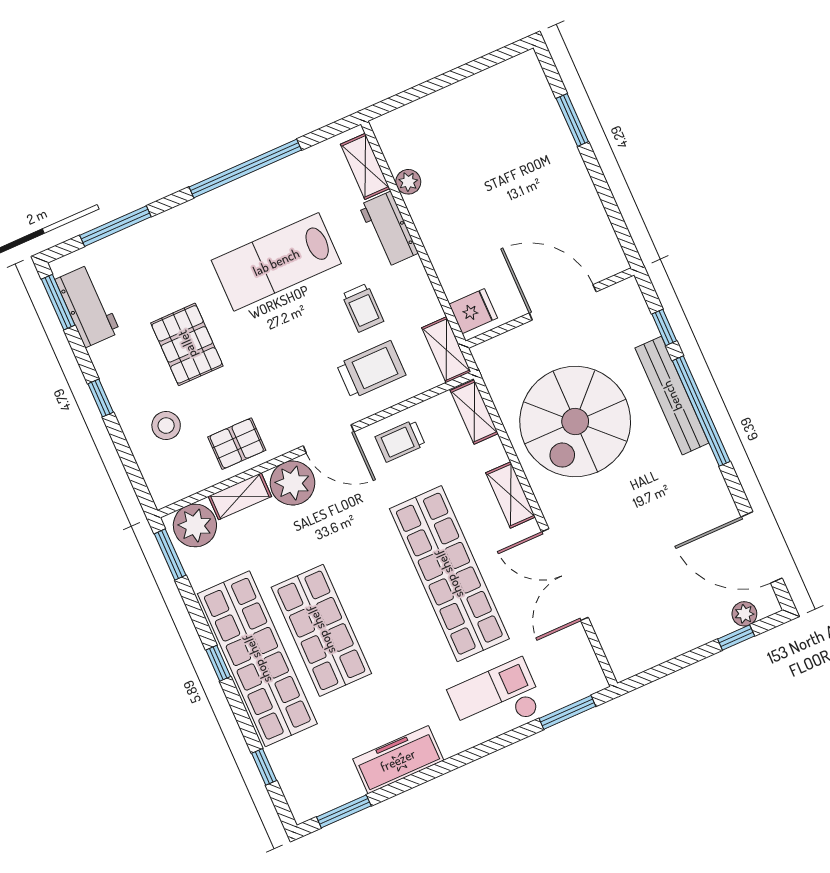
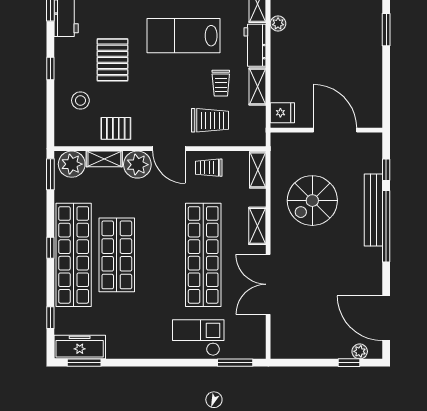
shelving: (446, 350) -> (258, 87), moved
spiral stairs: (575, 422) -> (312, 201), width x0.73, depth x0.73
freezer: (398, 760) -> (80, 347), moved

